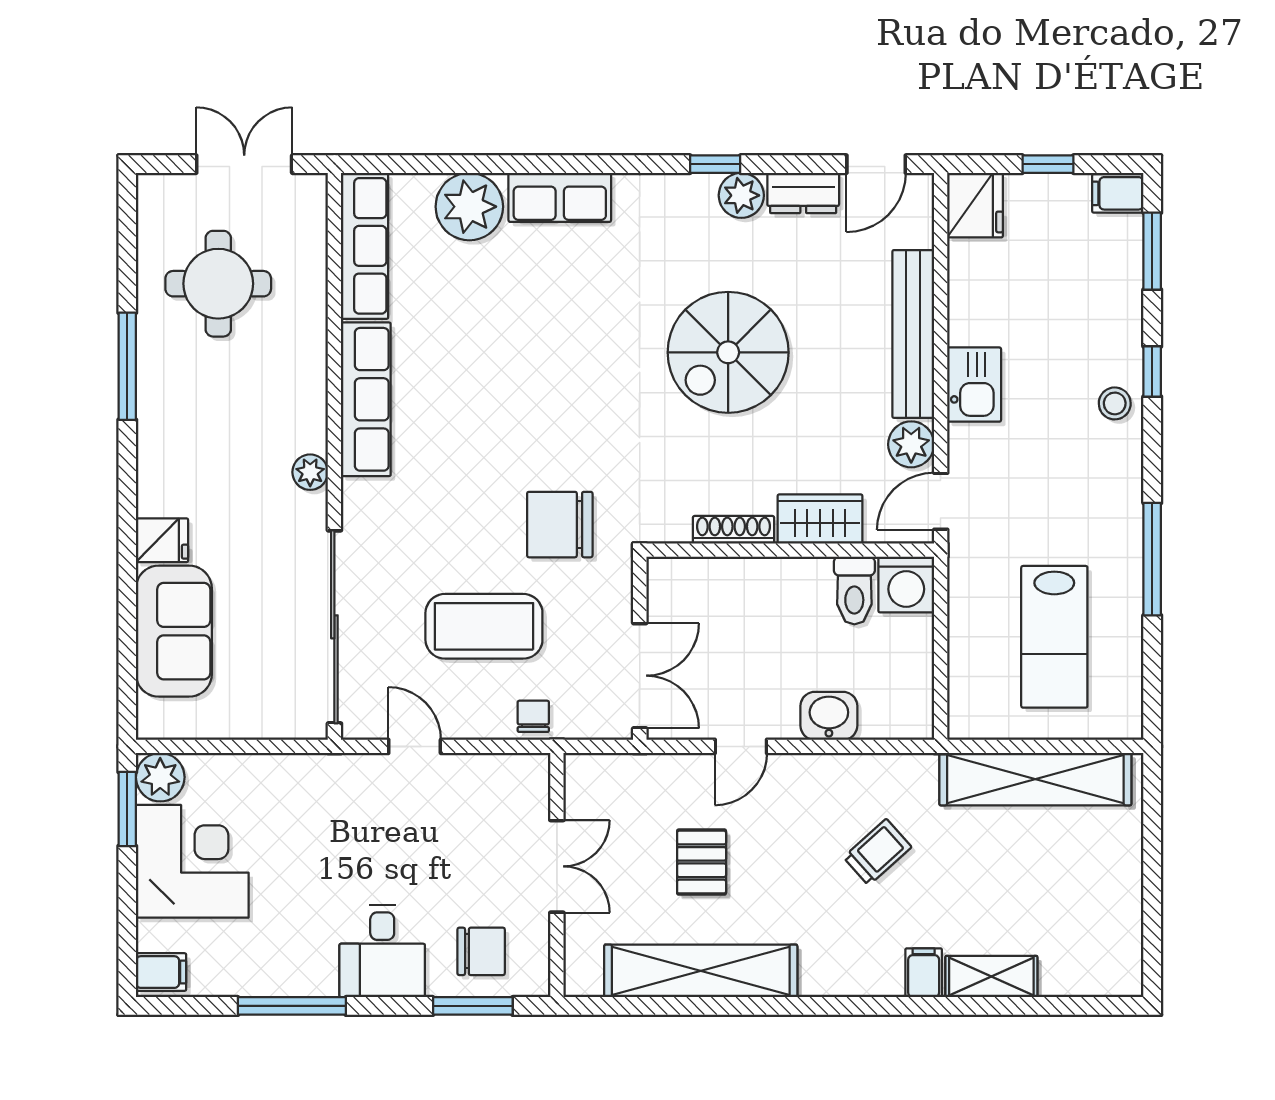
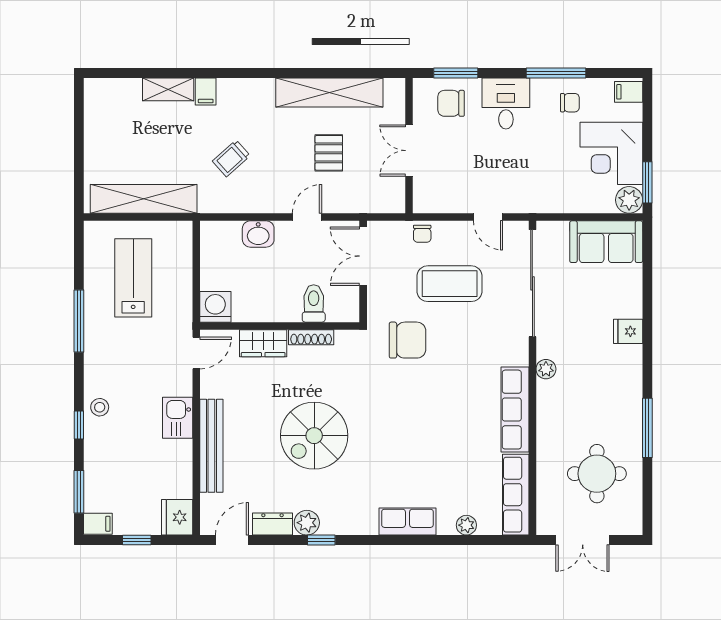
plant: (469, 207) -> (466, 525), width x0.53, depth x0.53
spiral stairs: (728, 352) -> (314, 436), turned 180
plant: (911, 444) -> (213, 385), removed
toilet: (854, 590) -> (314, 303), moved
sofa: (174, 631) -> (606, 242), moved, turned -90
chair: (267, 953) -> (570, 103), added

